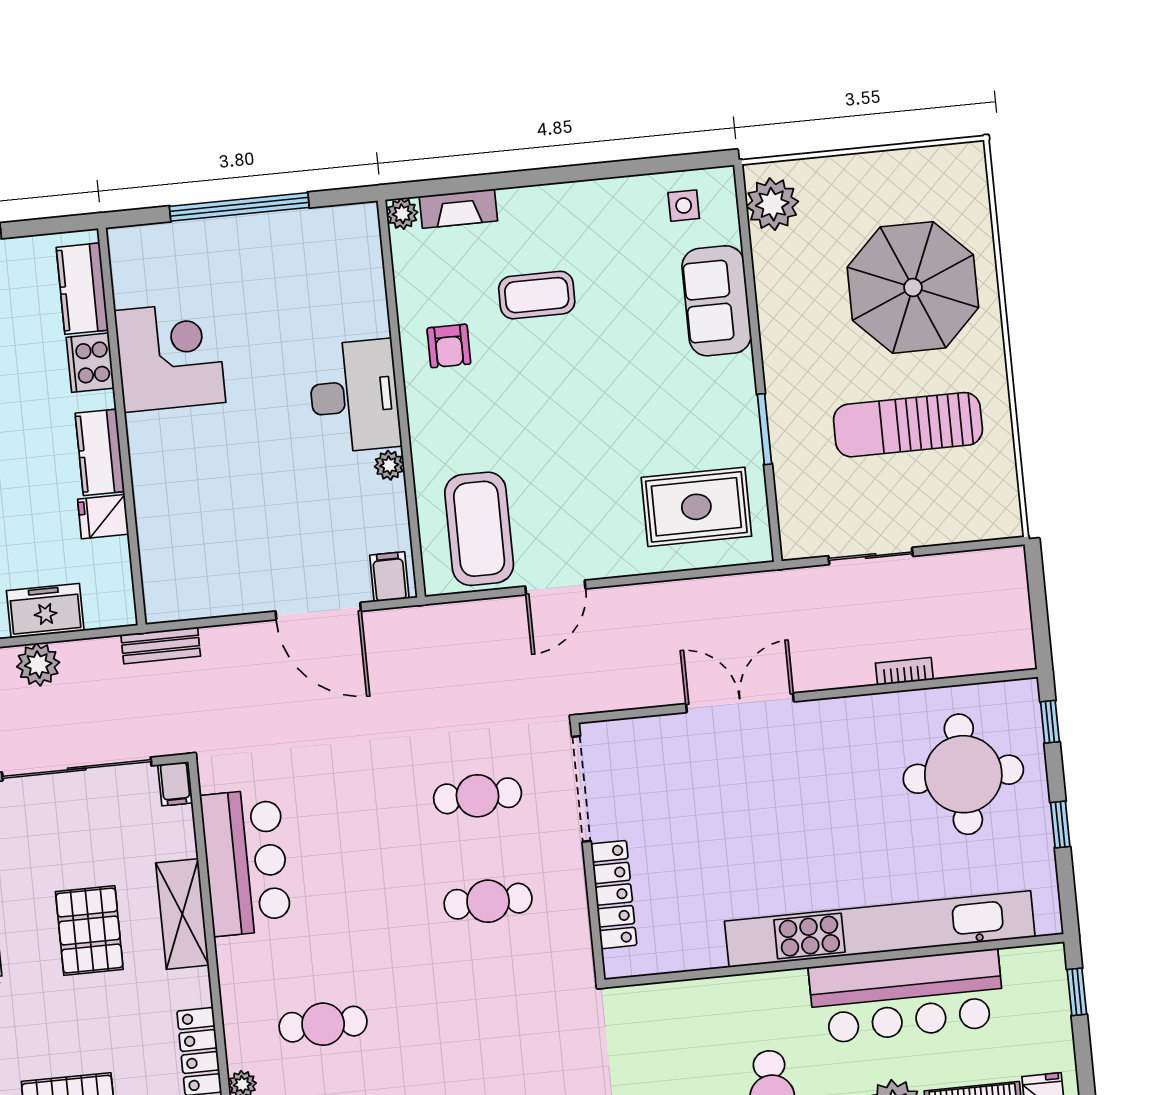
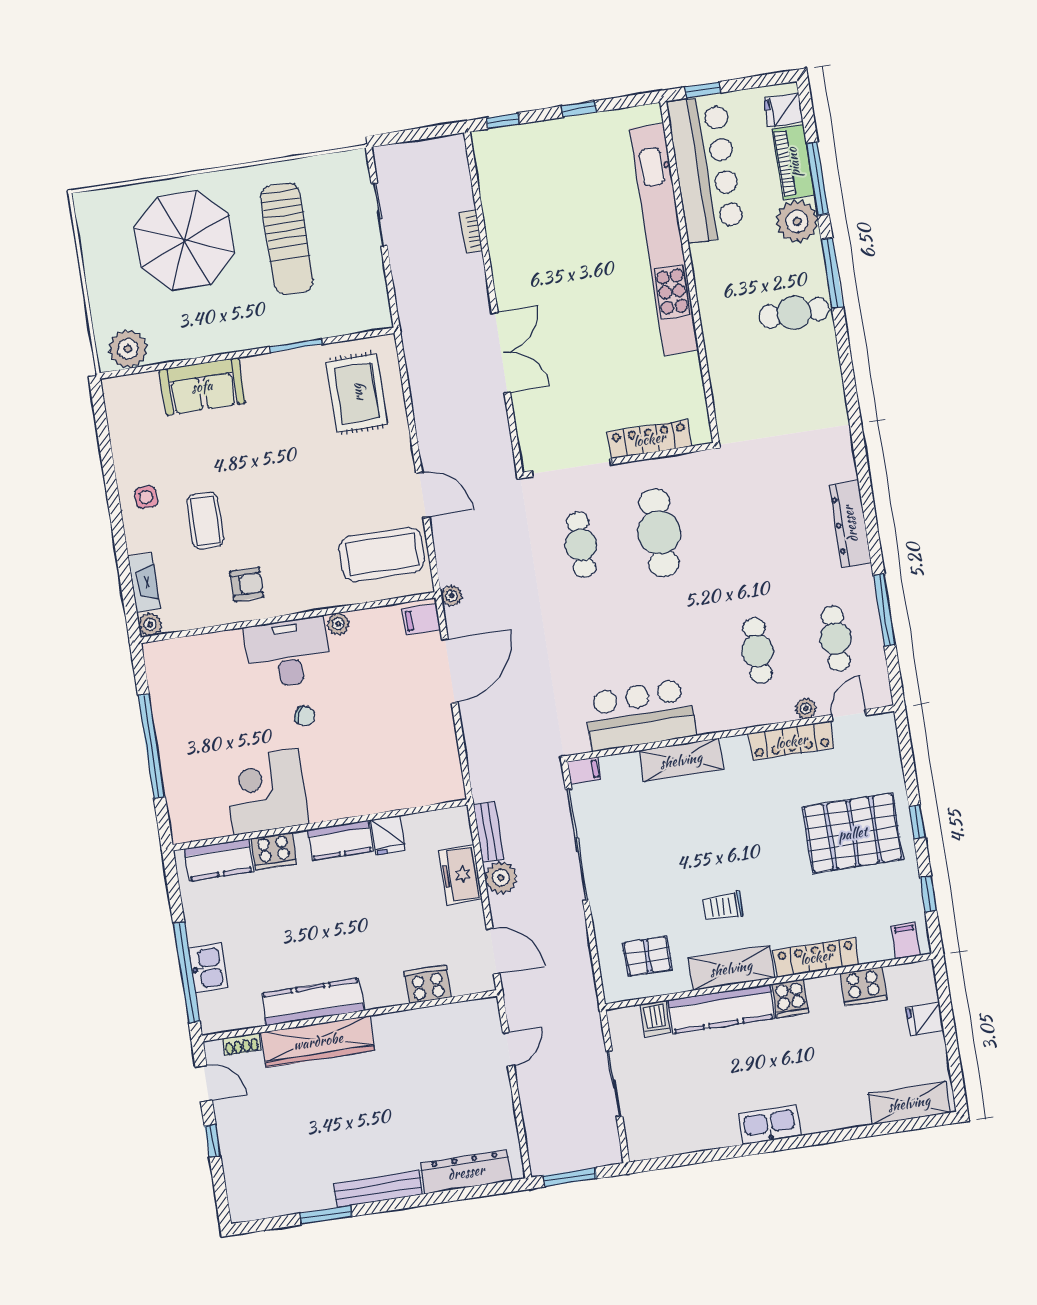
side table: (684, 206) -> (146, 497), moved
chair: (268, 414) -> (305, 716), added
sliding door: (871, 556) -> (379, 215), moved
plant: (419, 619) -> (452, 596), added
bench: (161, 645) -> (489, 832), moved
double door: (740, 703) -> (501, 353), swing flipped
round table: (963, 774) -> (545, 183), removed
cafe table: (488, 901) -> (659, 533), width x1.37, depth x1.35
pallet: (89, 931) -> (697, 829), removed
bar counter: (907, 996) -> (706, 169), moved

